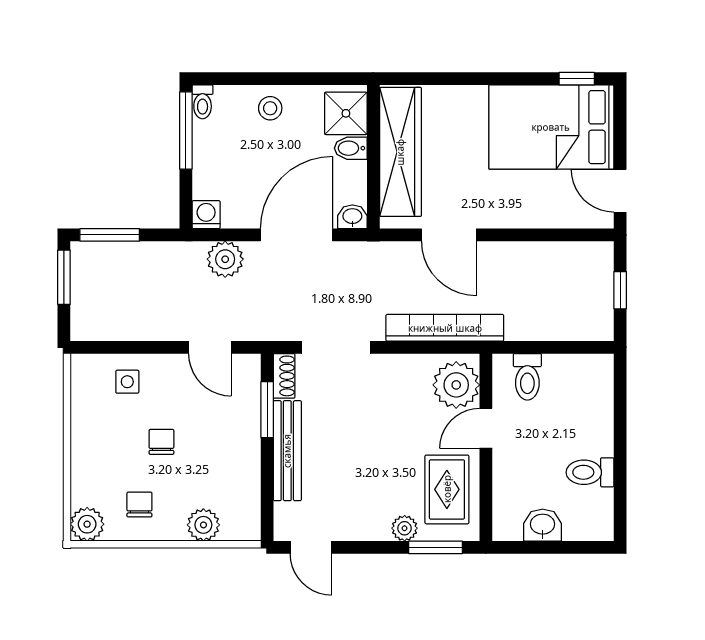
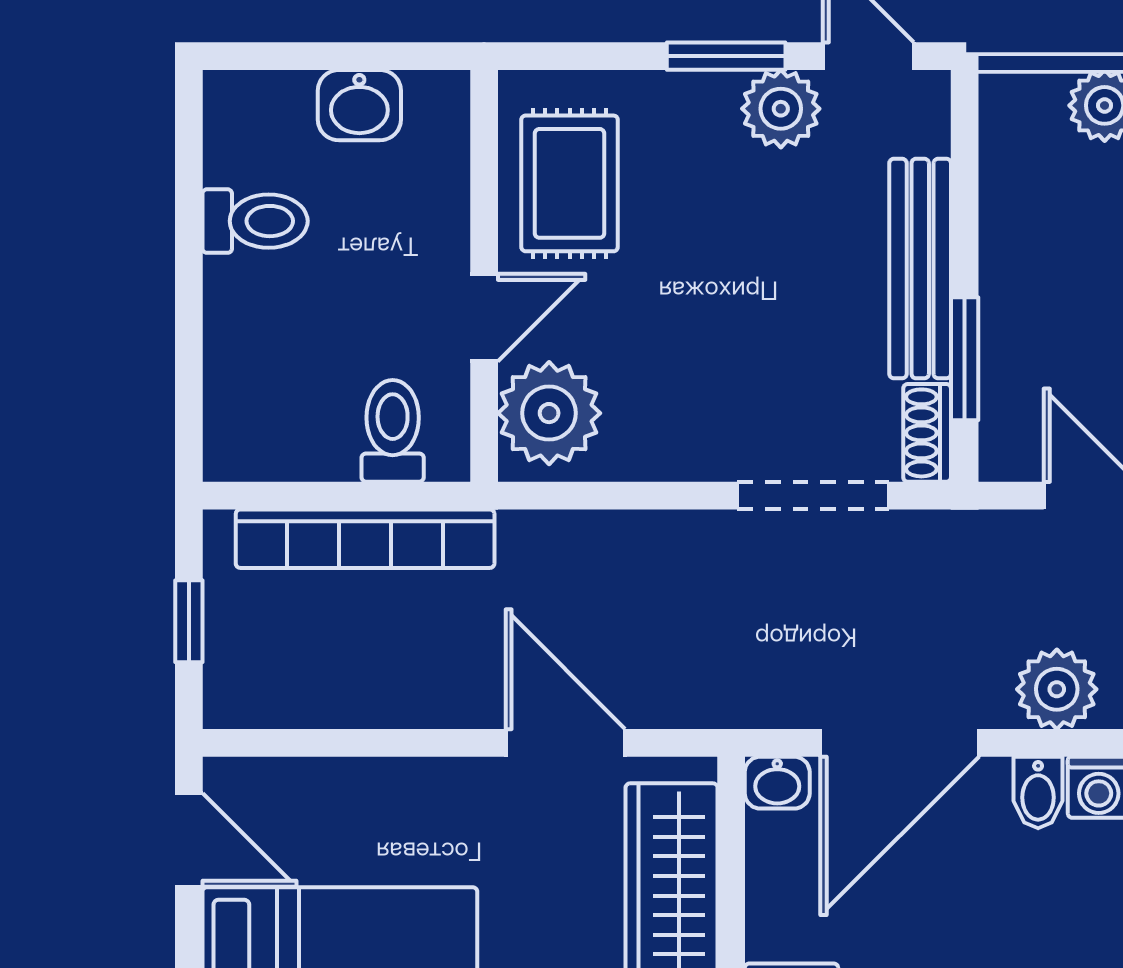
bidet: (351, 148) -> (1038, 792), moved, turned 90
bookcase: (445, 328) -> (365, 539), moved
plant: (405, 528) -> (781, 109), moved, width x1.38, depth x1.38
window: (436, 547) -> (726, 56), moved

